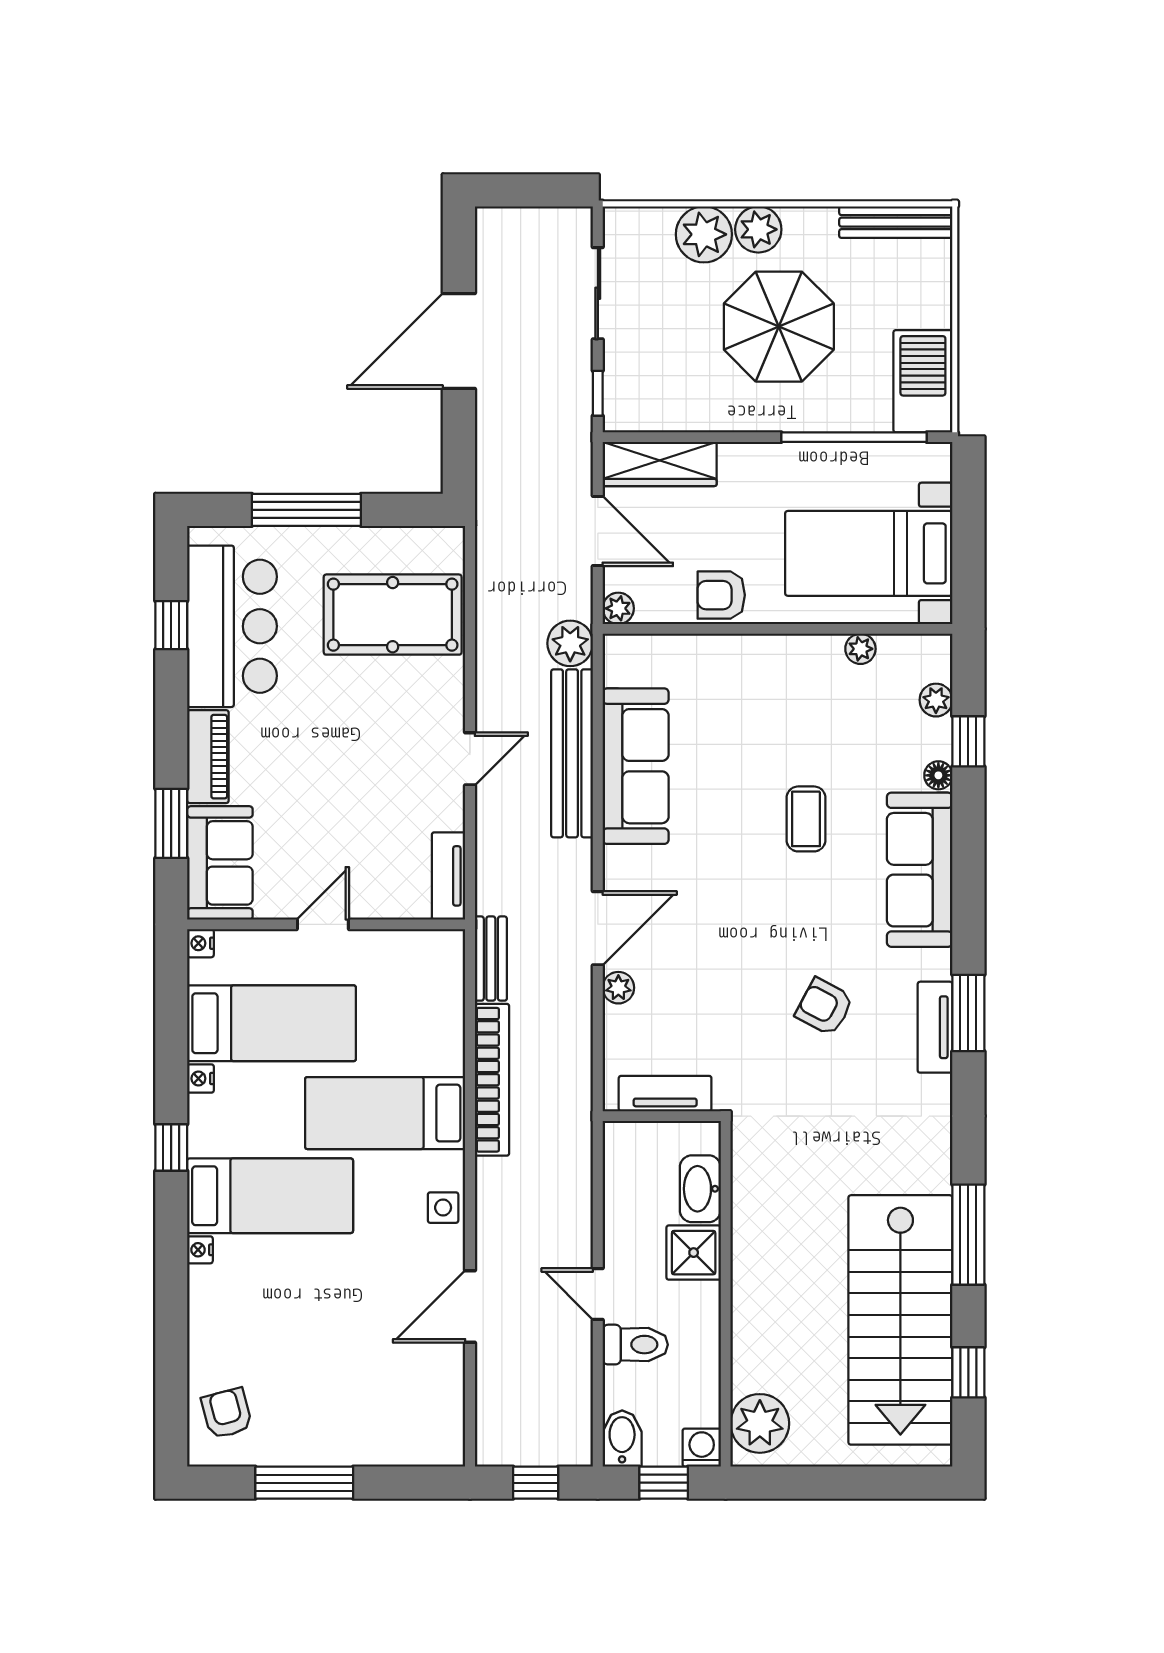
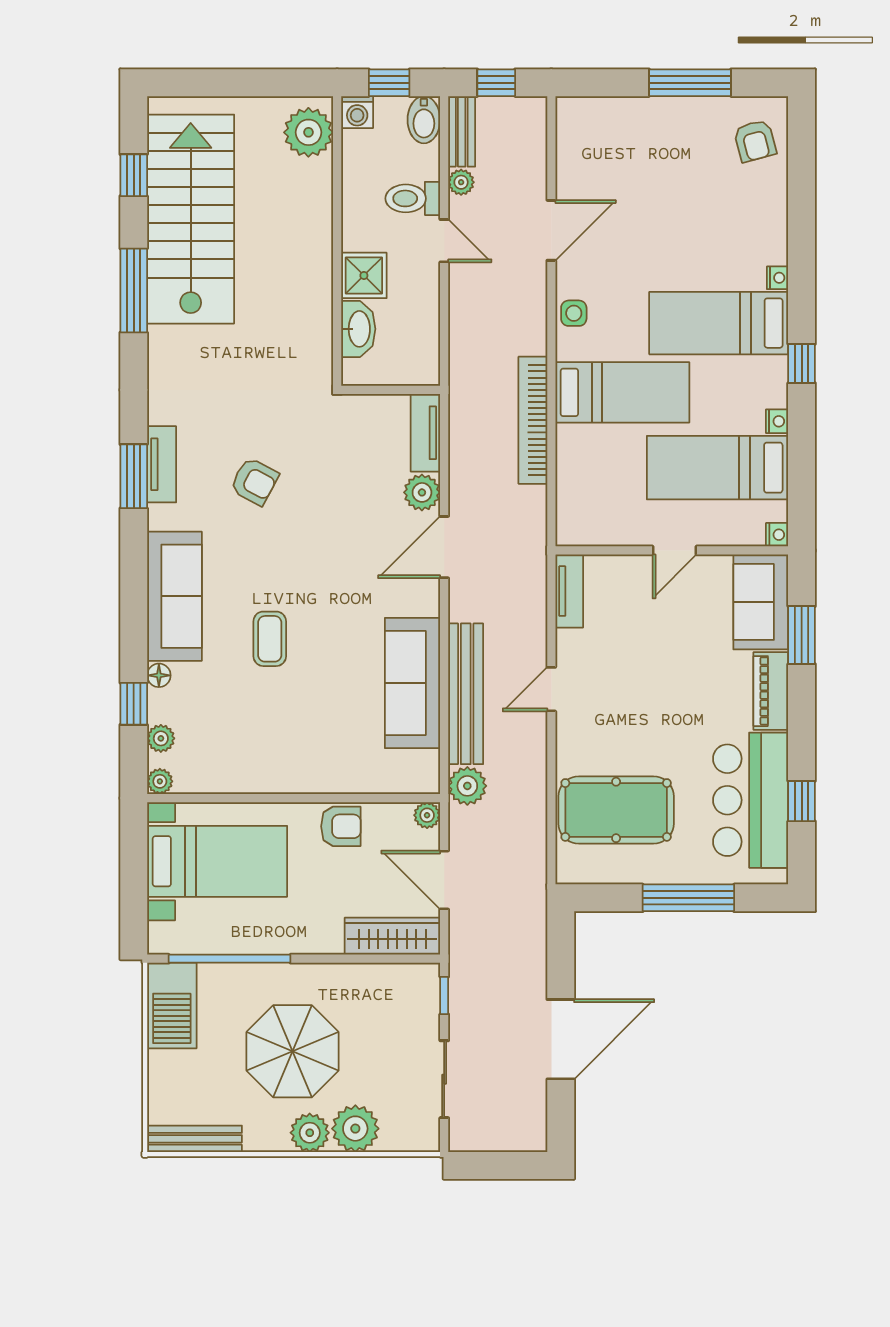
plant: (860, 649) -> (160, 781), moved
bench: (491, 959) -> (462, 131), moved
plant: (618, 988) -> (422, 492), width x1.38, depth x1.38
tv unit: (665, 1094) -> (425, 433), moved, turned 90
plant: (578, 1364) -> (461, 182), added

